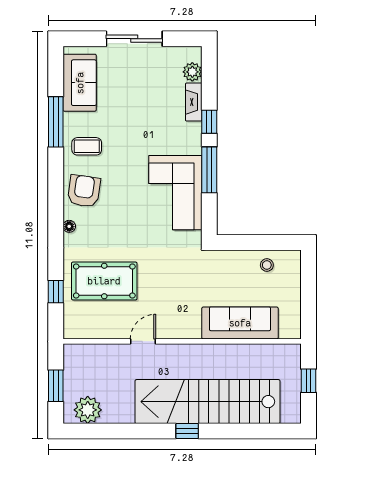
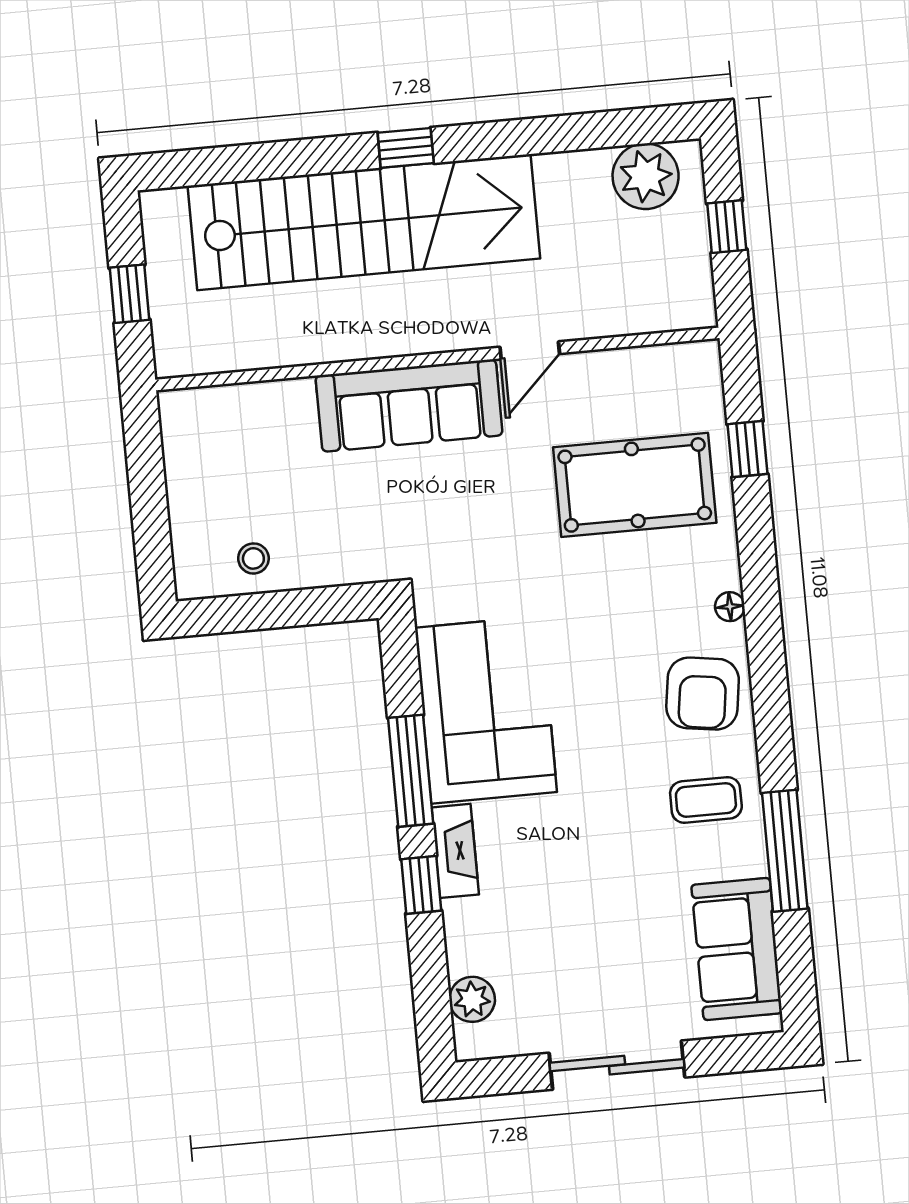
fireplace: (194, 102) -> (455, 851), moved
sofa: (240, 323) -> (409, 405), moved
window: (56, 386) -> (727, 227), width x0.67

